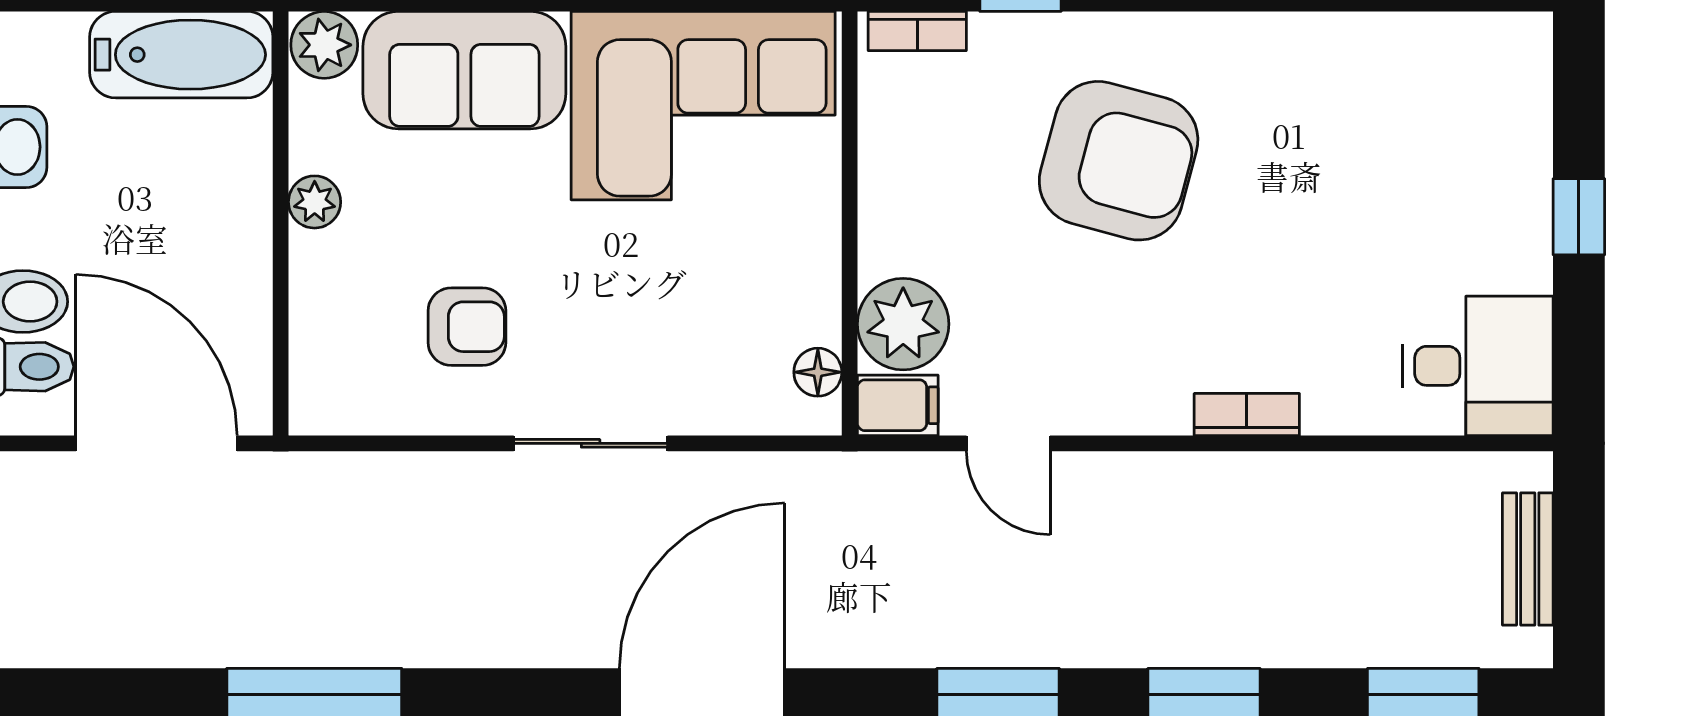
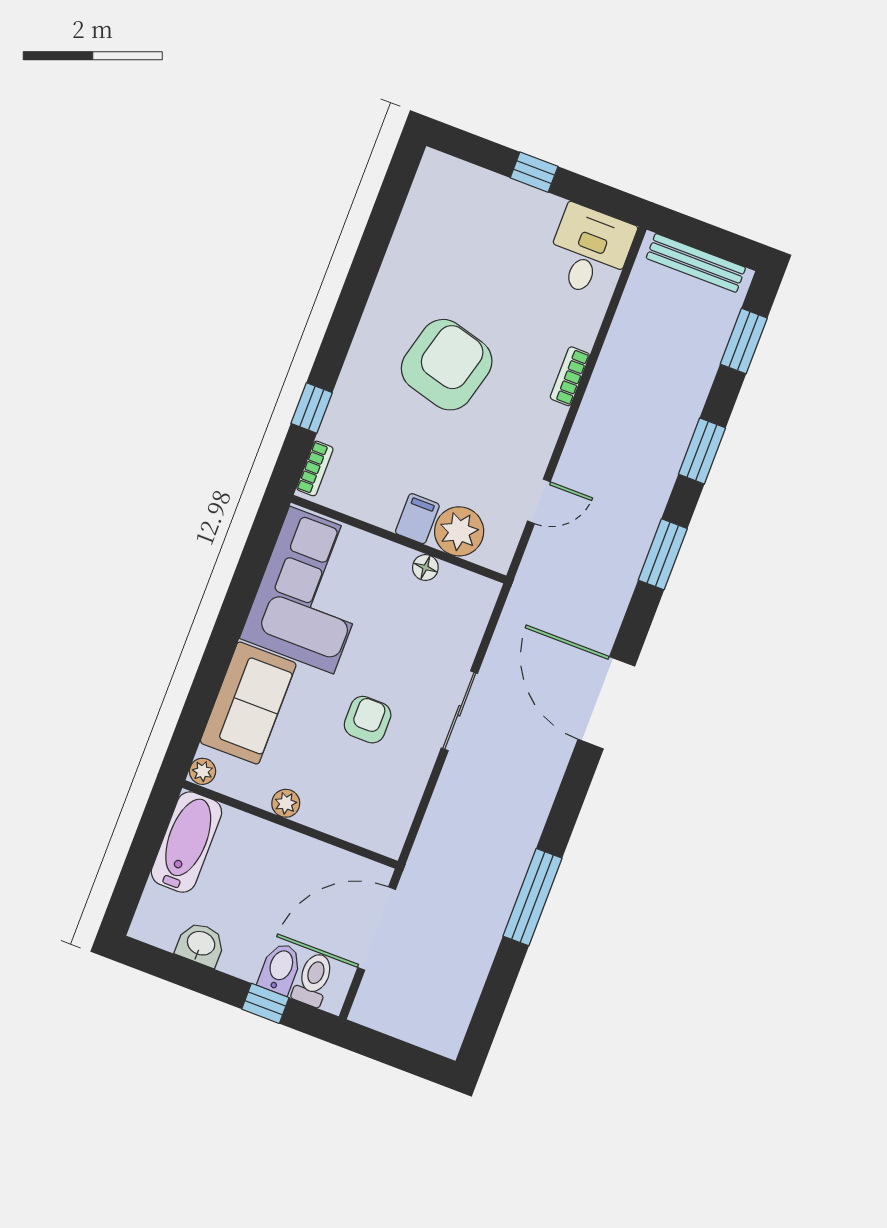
plant: (324, 45) -> (203, 771), width x0.73, depth x0.73
armchair: (1119, 161) -> (447, 365), moved
armchair: (467, 327) -> (368, 720), moved
floor lamp: (818, 372) -> (425, 568), moved
filing cabinet: (898, 405) -> (417, 519), moved
bench: (1528, 559) -> (696, 263), width x1.36

